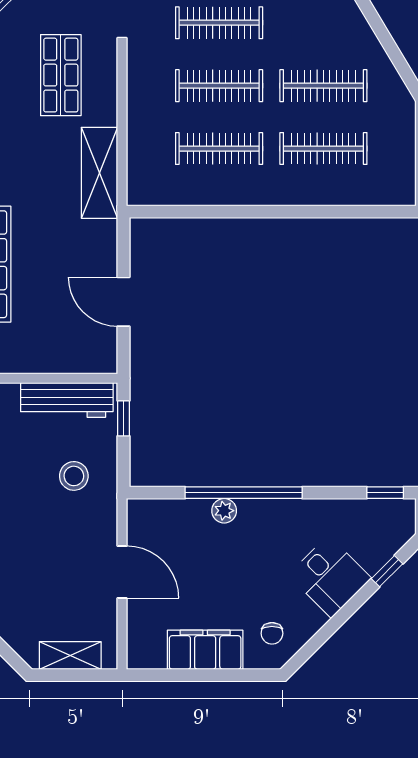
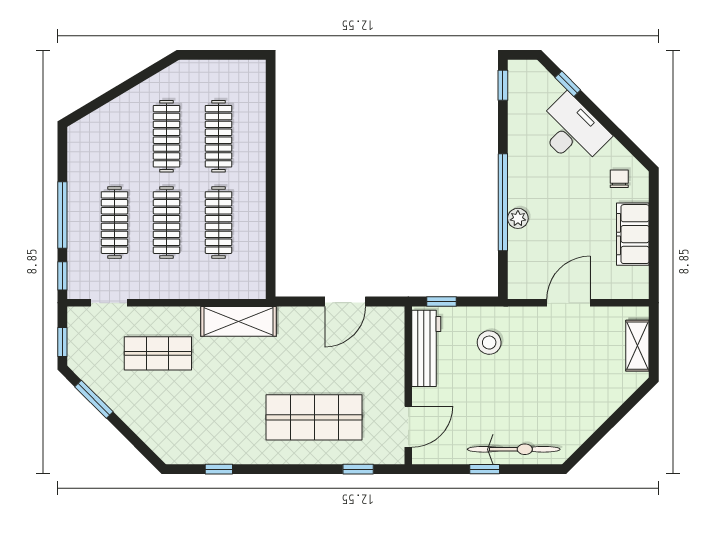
desk: (330, 577) -> (572, 131), width x1.37
chair: (272, 633) -> (619, 179), turned -90

